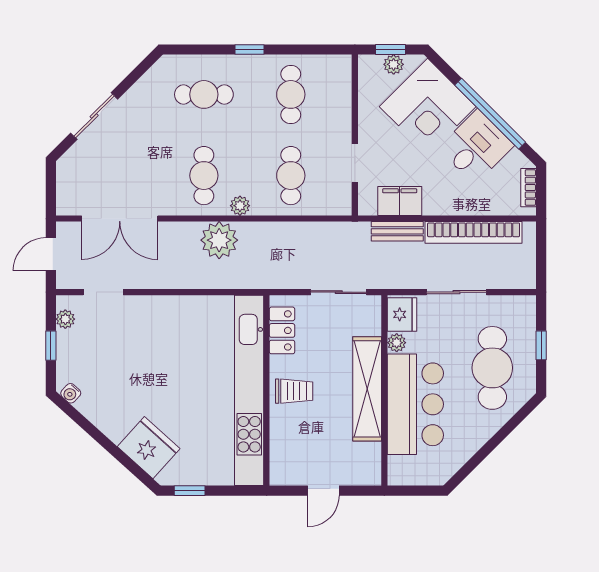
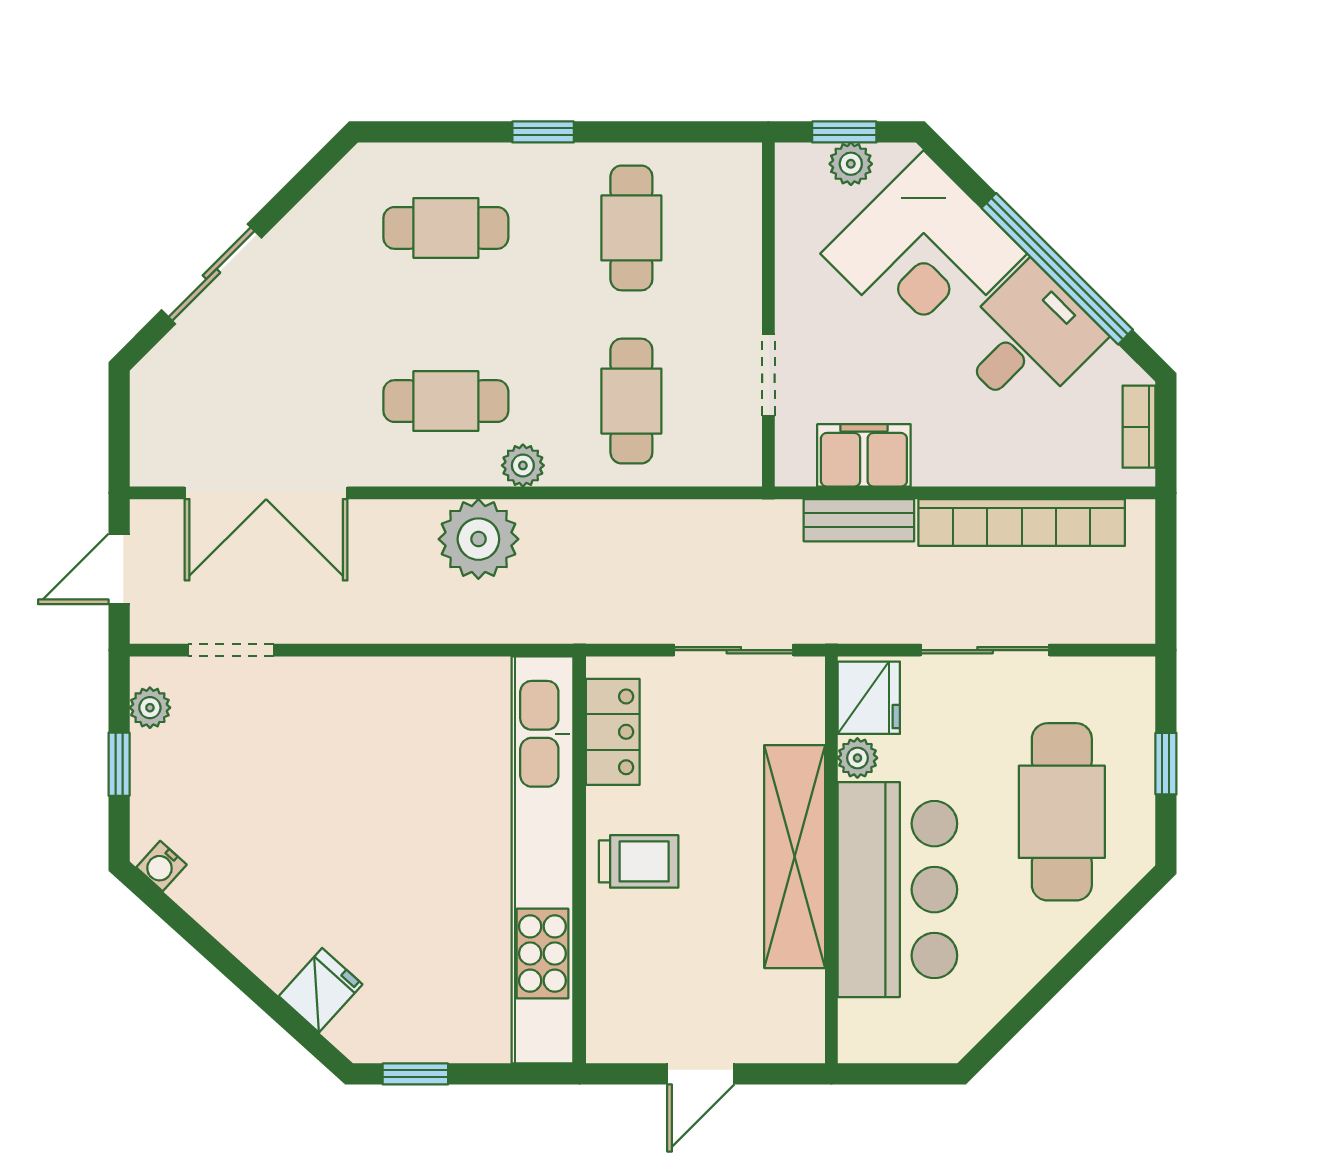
cafe table: (204, 176) -> (446, 401), turned 90
fridge: (149, 448) -> (321, 990), width x0.53, depth x0.75

